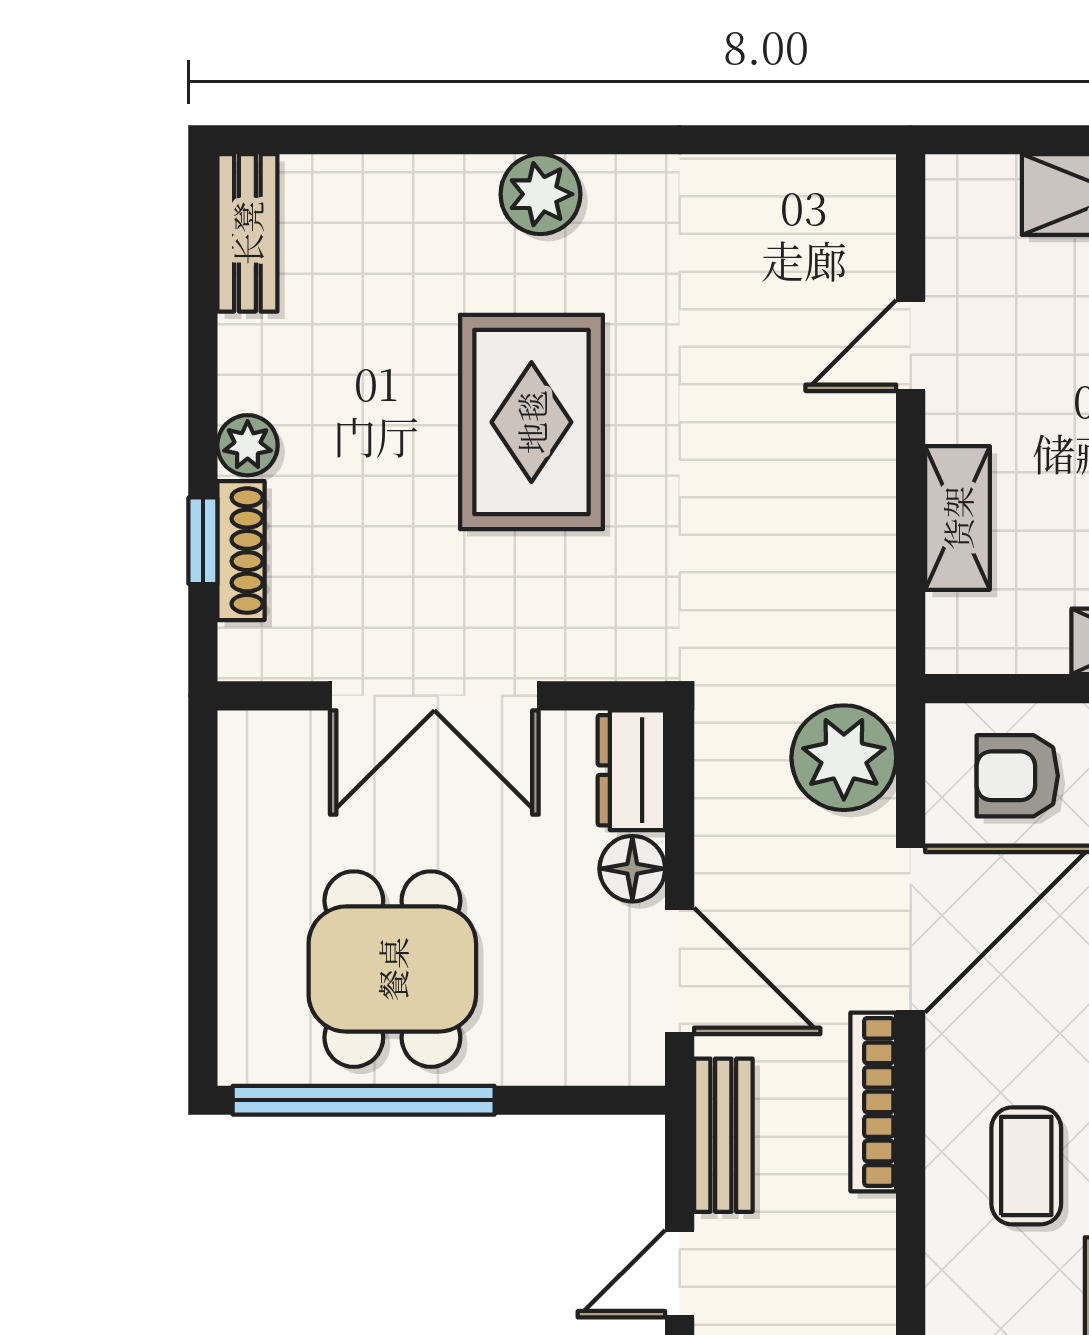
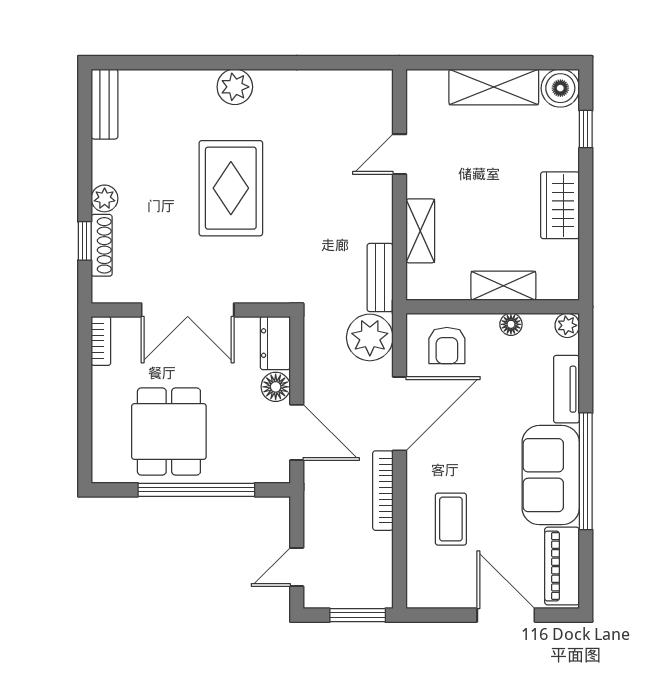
bookcase: (239, 765) -> (101, 341), added
armchair: (1017, 776) -> (447, 346), turned -90
window: (364, 1100) -> (196, 490), moved
bench: (723, 1135) -> (380, 278), moved

